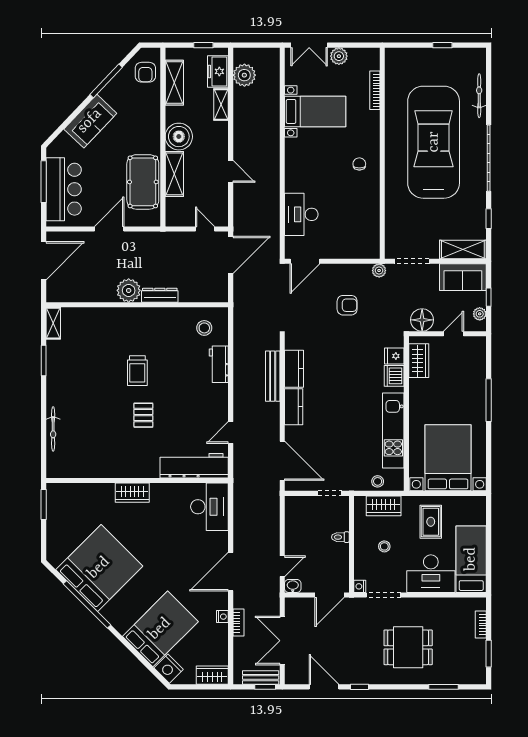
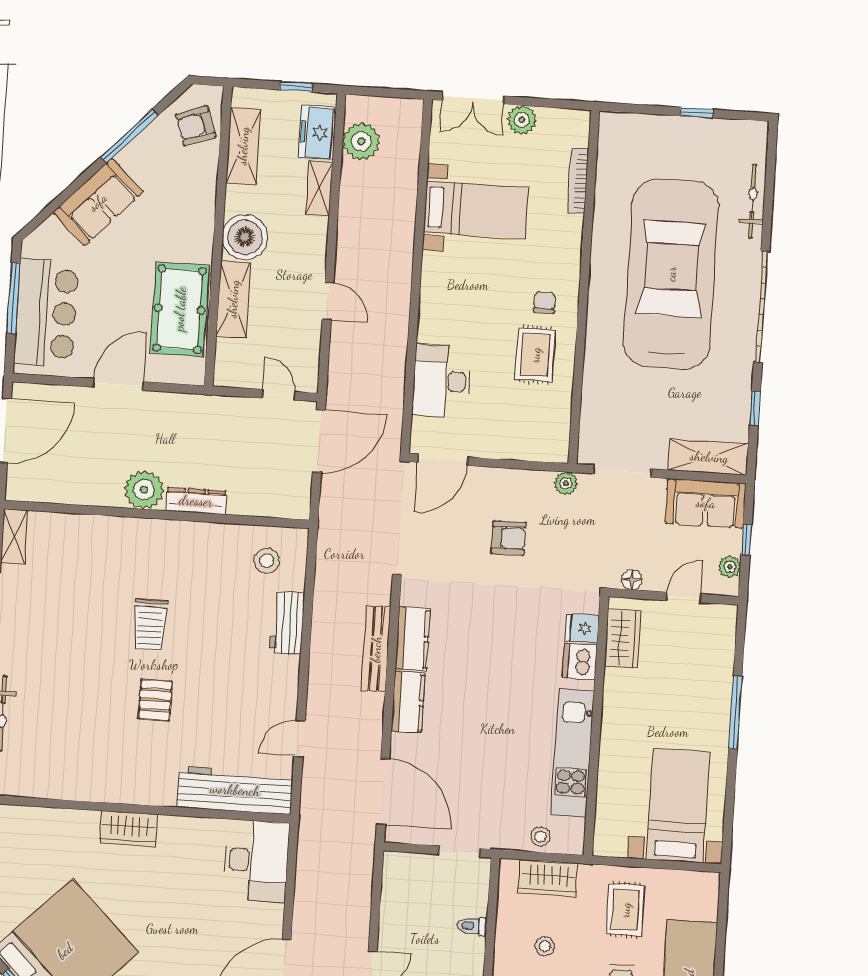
armchair: (145, 72) -> (196, 126), turned 71
rug: (356, 195) -> (535, 355), added
floor lamp: (422, 320) -> (632, 580), width x0.53, depth x0.53
bed with nightstands: (448, 458) -> (678, 806), width x0.73

